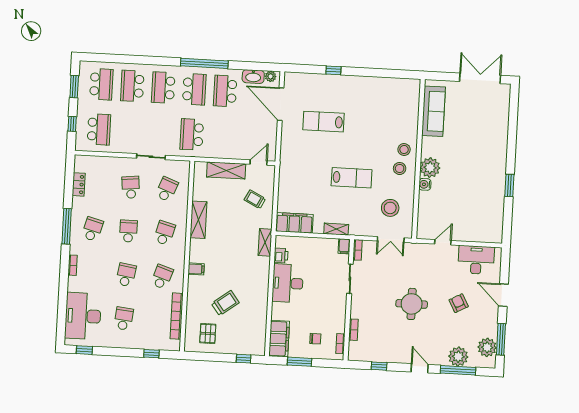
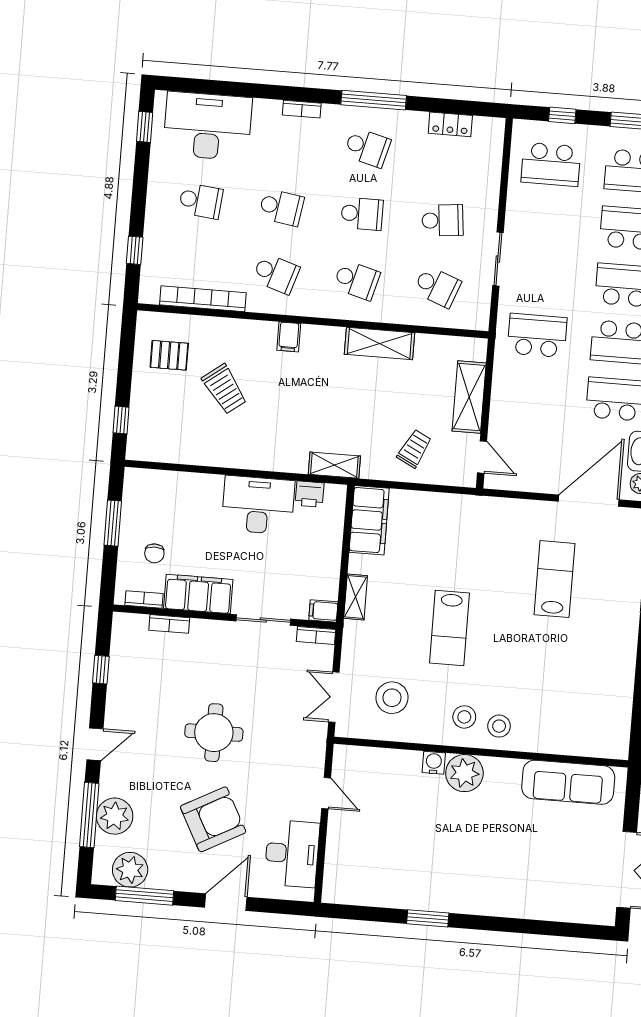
armchair: (459, 303) -> (213, 819), width x1.88, depth x1.88
filing cabinet: (279, 339) -> (198, 594), moved, turned 180

